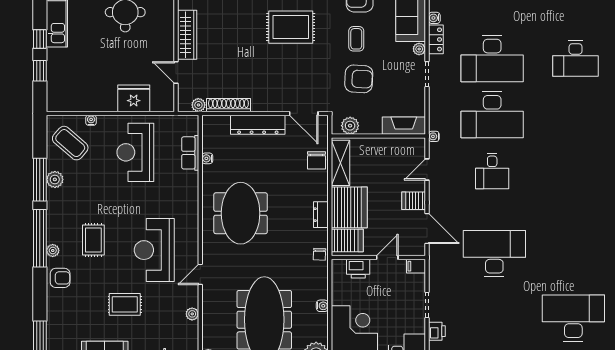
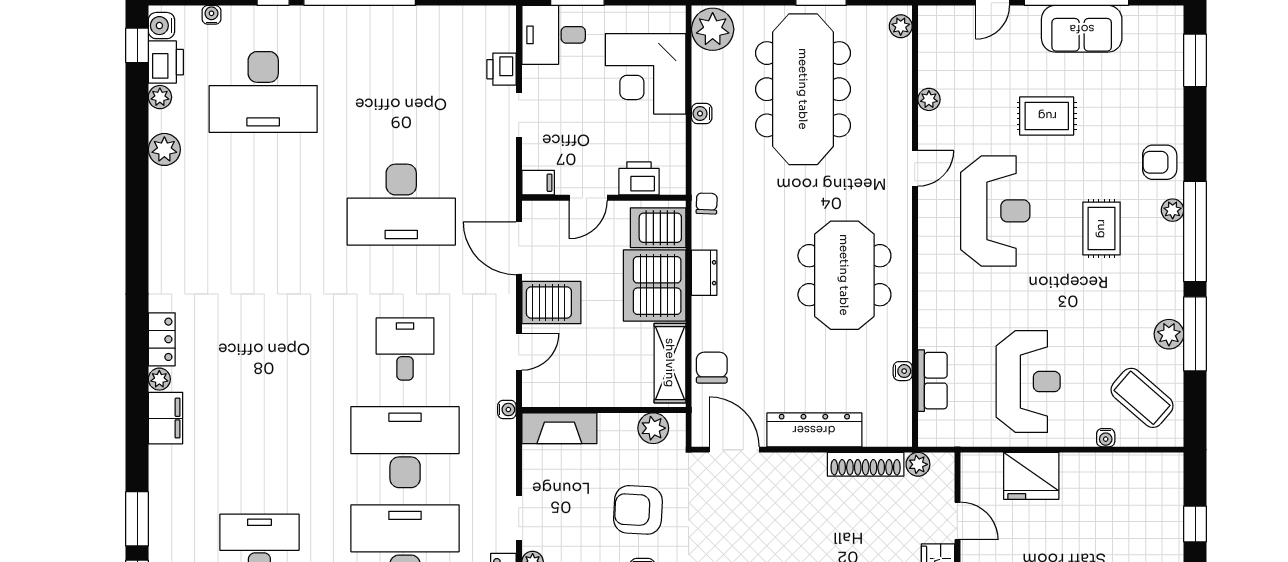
server rack: (414, 201) -> (551, 303), width x1.36, depth x1.44

